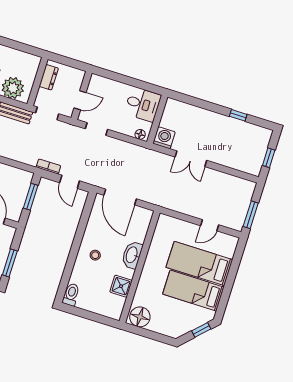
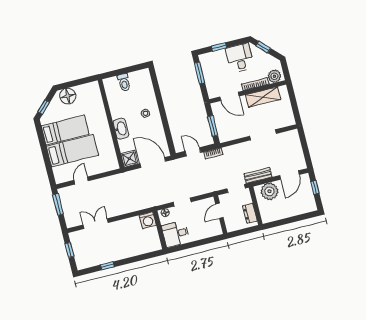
doorway: (97, 129) -> (182, 202), moved
double door: (191, 159) -> (96, 224), moved
shower: (121, 286) -> (129, 159), moved
toilet: (71, 295) -> (124, 82), moved
floor lamp: (140, 317) -> (68, 96), moved

